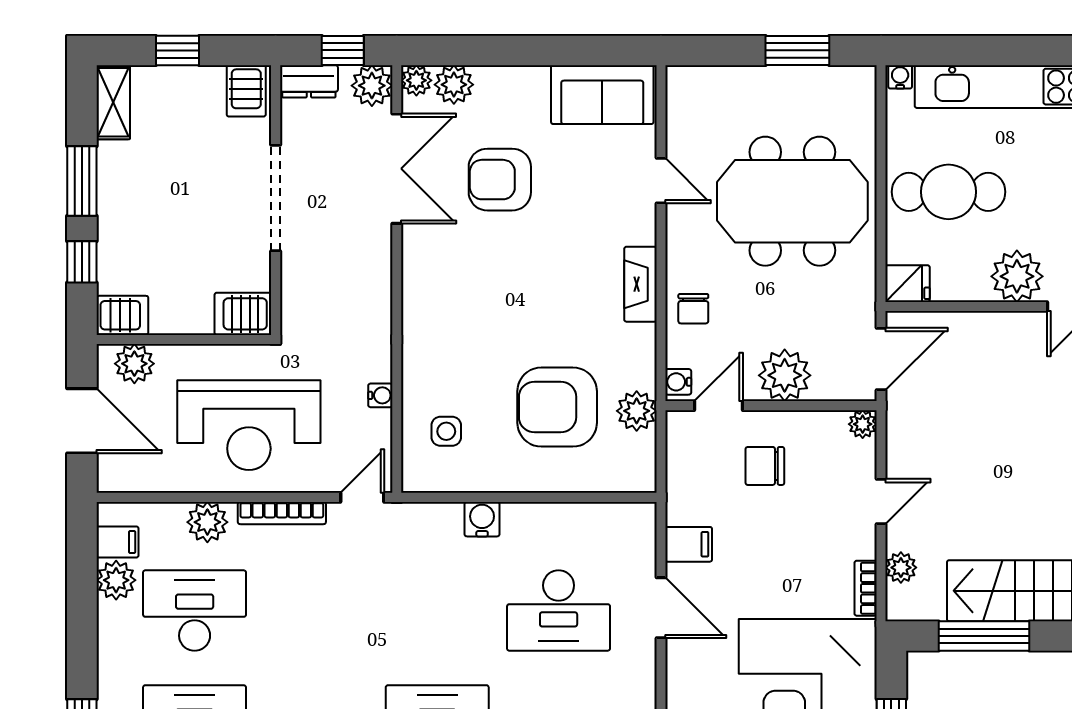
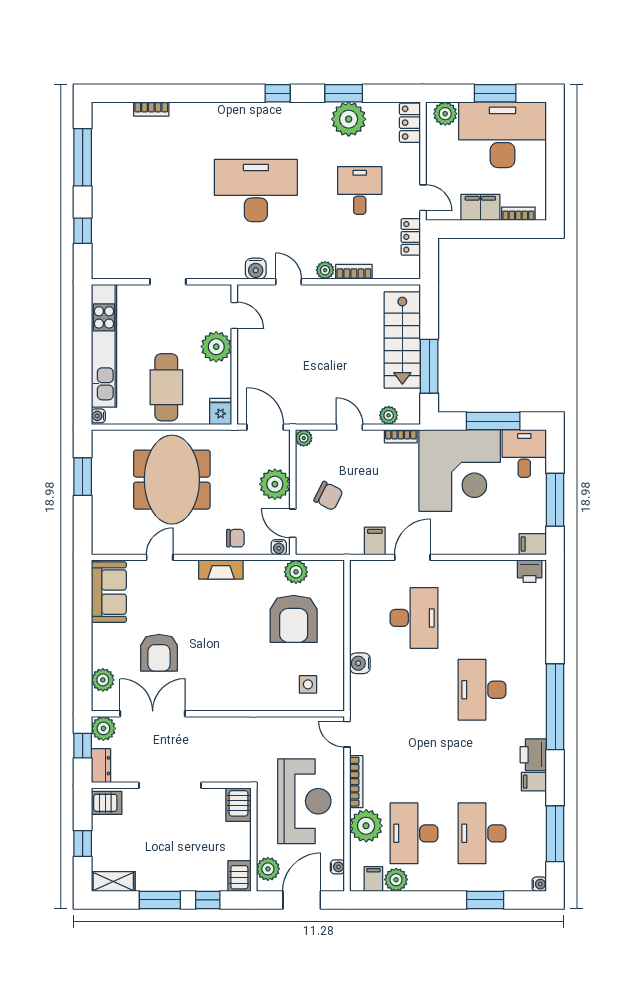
plant: (416, 80) -> (100, 702), removed
water cooler: (380, 395) -> (337, 867), moved, turned 90
chair: (765, 466) -> (328, 496), turned -63
plant: (207, 522) -> (366, 826), width x1.36, depth x1.36

